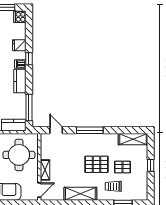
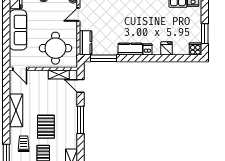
window: (29, 59) -> (153, 58), removed
door: (56, 130) -> (81, 86), swing flipped
shelving: (45, 170) -> (59, 74), moved

